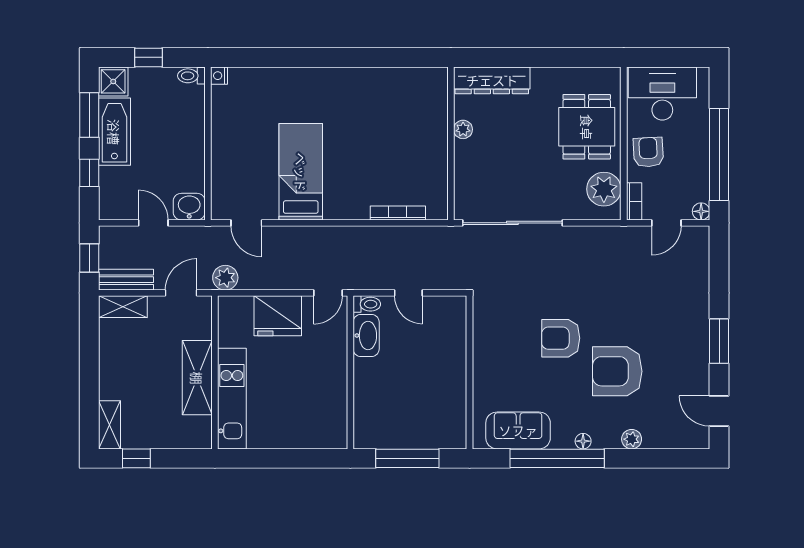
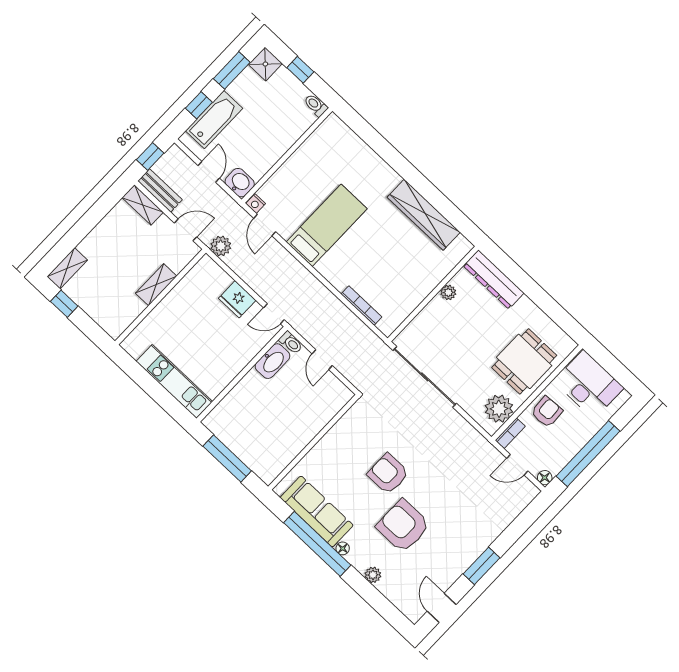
nightstand: (219, 76) -> (256, 204), moved, turned -90
wardrobe: (377, 82) -> (424, 215), added
bathtub: (114, 132) -> (214, 120), moved
fridge: (278, 316) -> (237, 299), width x0.73, depth x0.75
shelving: (197, 378) -> (156, 285), width x0.67, depth x0.75
kitchen unit: (232, 399) -> (174, 381), moved, turned -90
sofa: (518, 430) -> (317, 511), width x1.36

